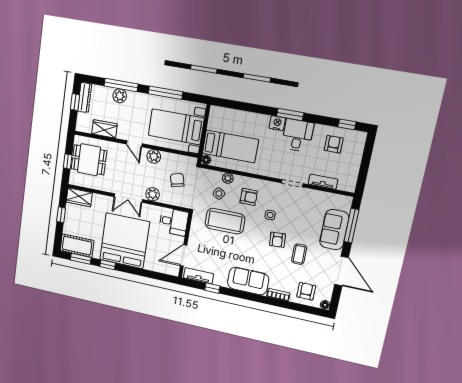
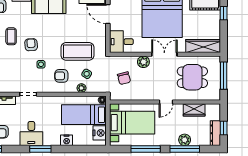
nightstand: (216, 121) -> (100, 133), added
nightstand: (277, 123) -> (67, 140), moved
door: (134, 144) -> (166, 102), swing flipped
plant: (154, 156) -> (147, 94), removed
dining table: (89, 160) -> (192, 77), moved
window: (68, 161) -> (224, 76), width x2.17
wardrobe: (79, 197) -> (203, 46), width x1.50
window: (61, 215) -> (224, 13), moved
door: (184, 256) -> (108, 14), swing flipped

